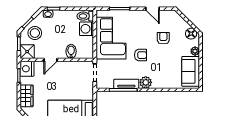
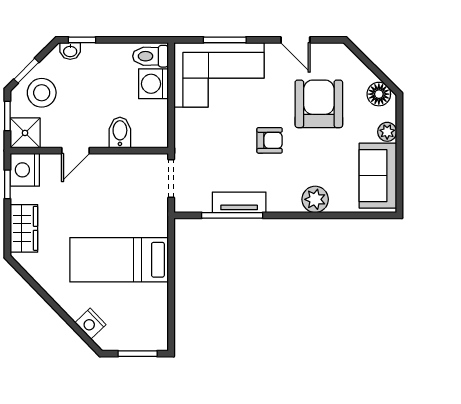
corner sofa: (111, 38) -> (219, 75), moved, turned 90
armchair: (163, 38) -> (319, 104), width x1.88, depth x1.88
plant: (146, 82) -> (315, 199), moved

